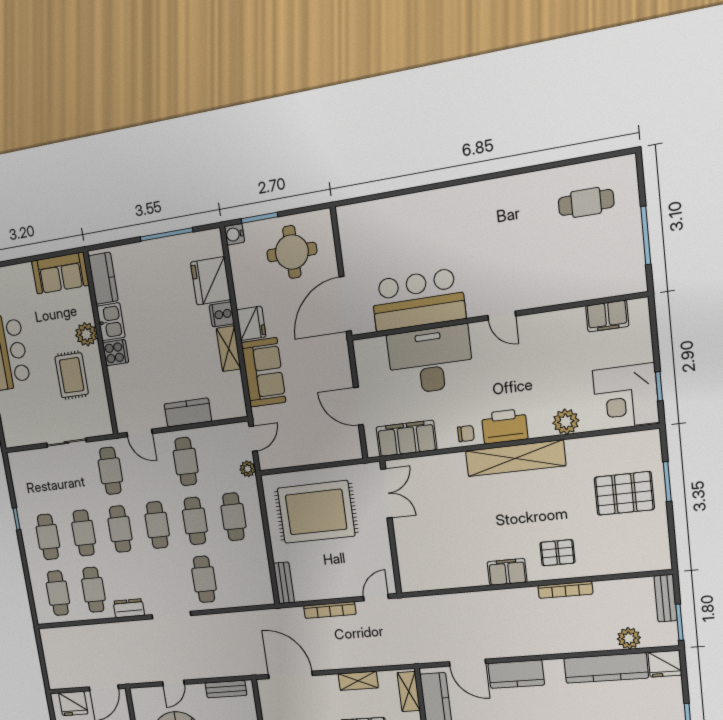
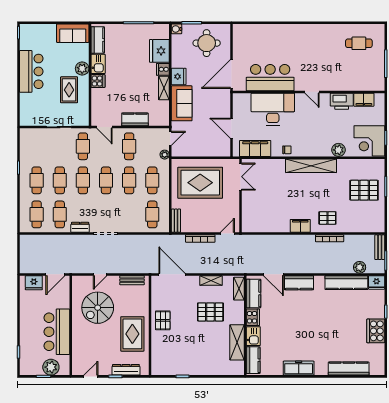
printer: (505, 426) -> (342, 101), moved, turned 180
cafe table: (204, 579) -> (152, 214), moved

